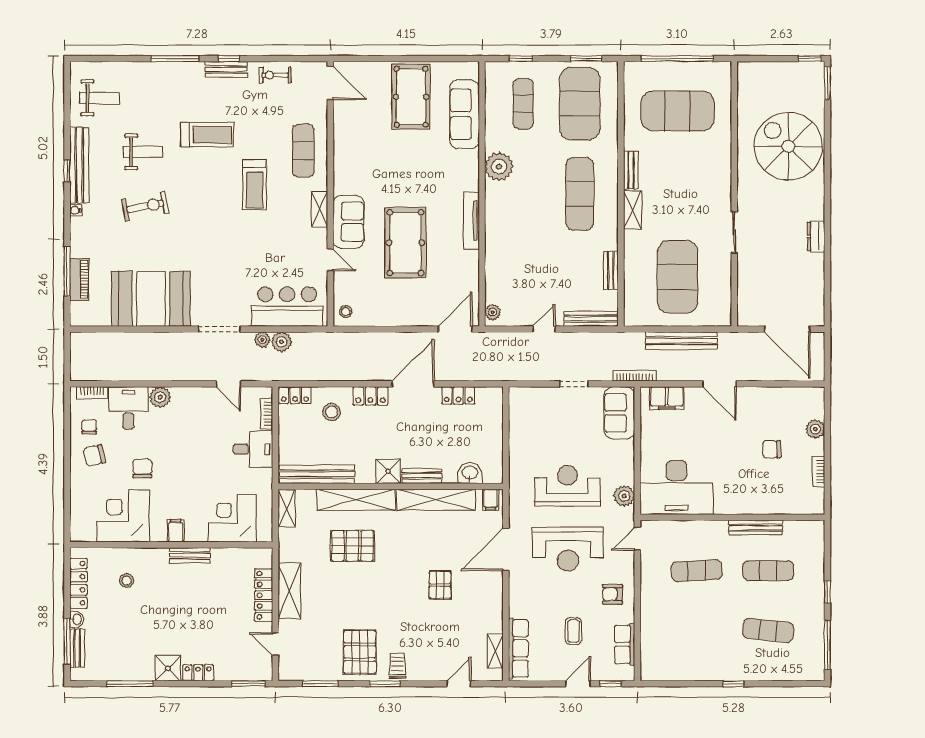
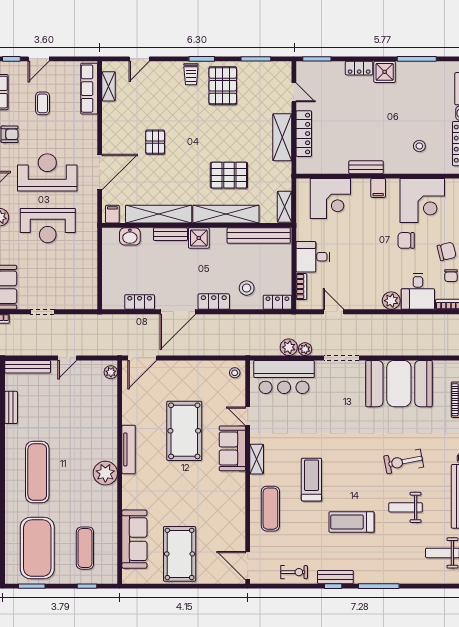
plant: (499, 167) -> (105, 473), moved
chair: (142, 468) -> (406, 240), turned 90

